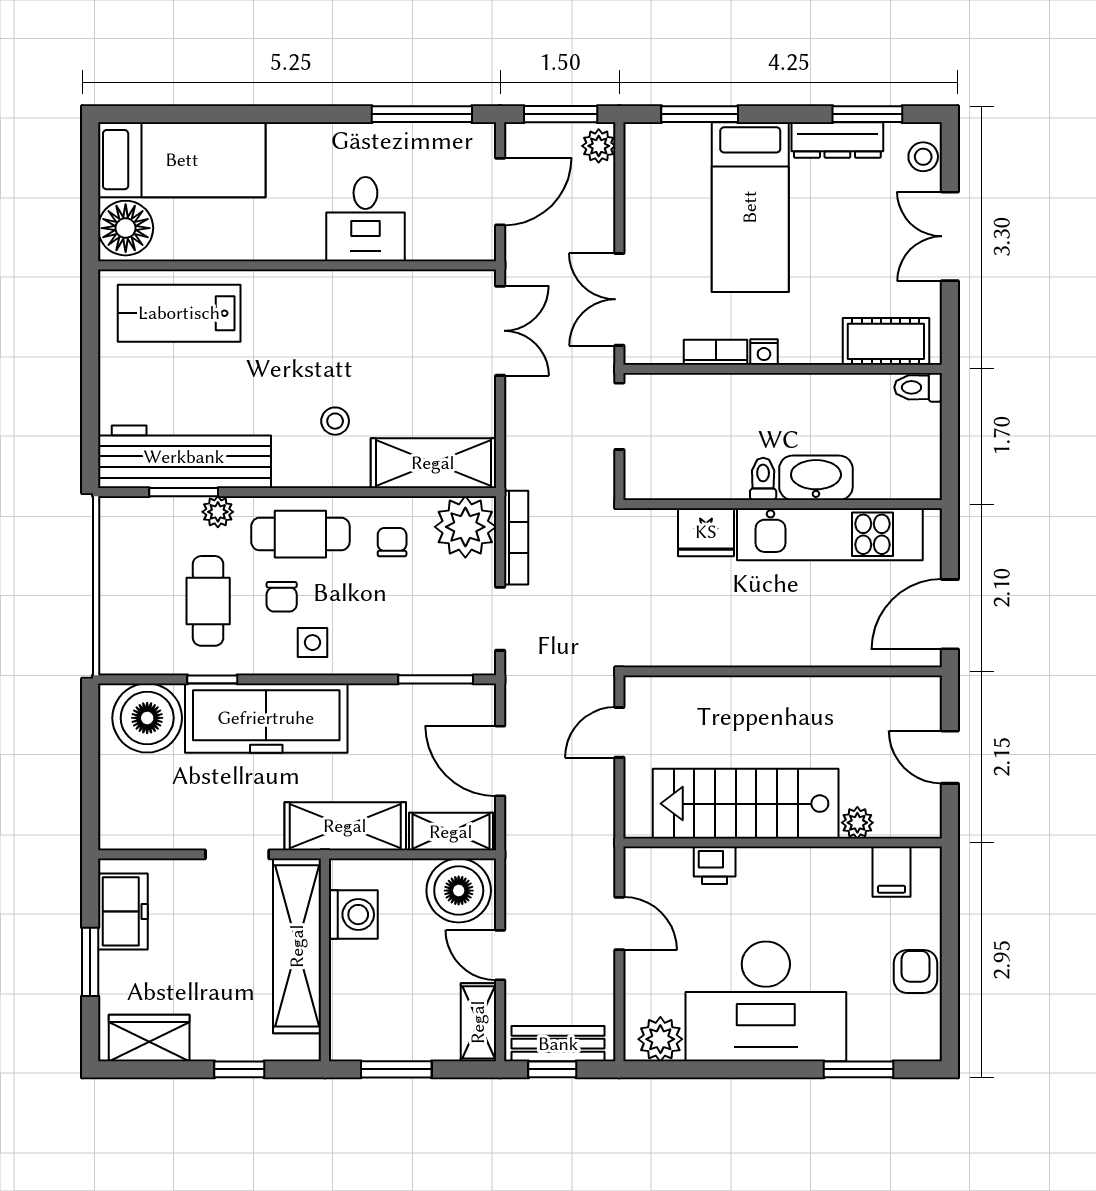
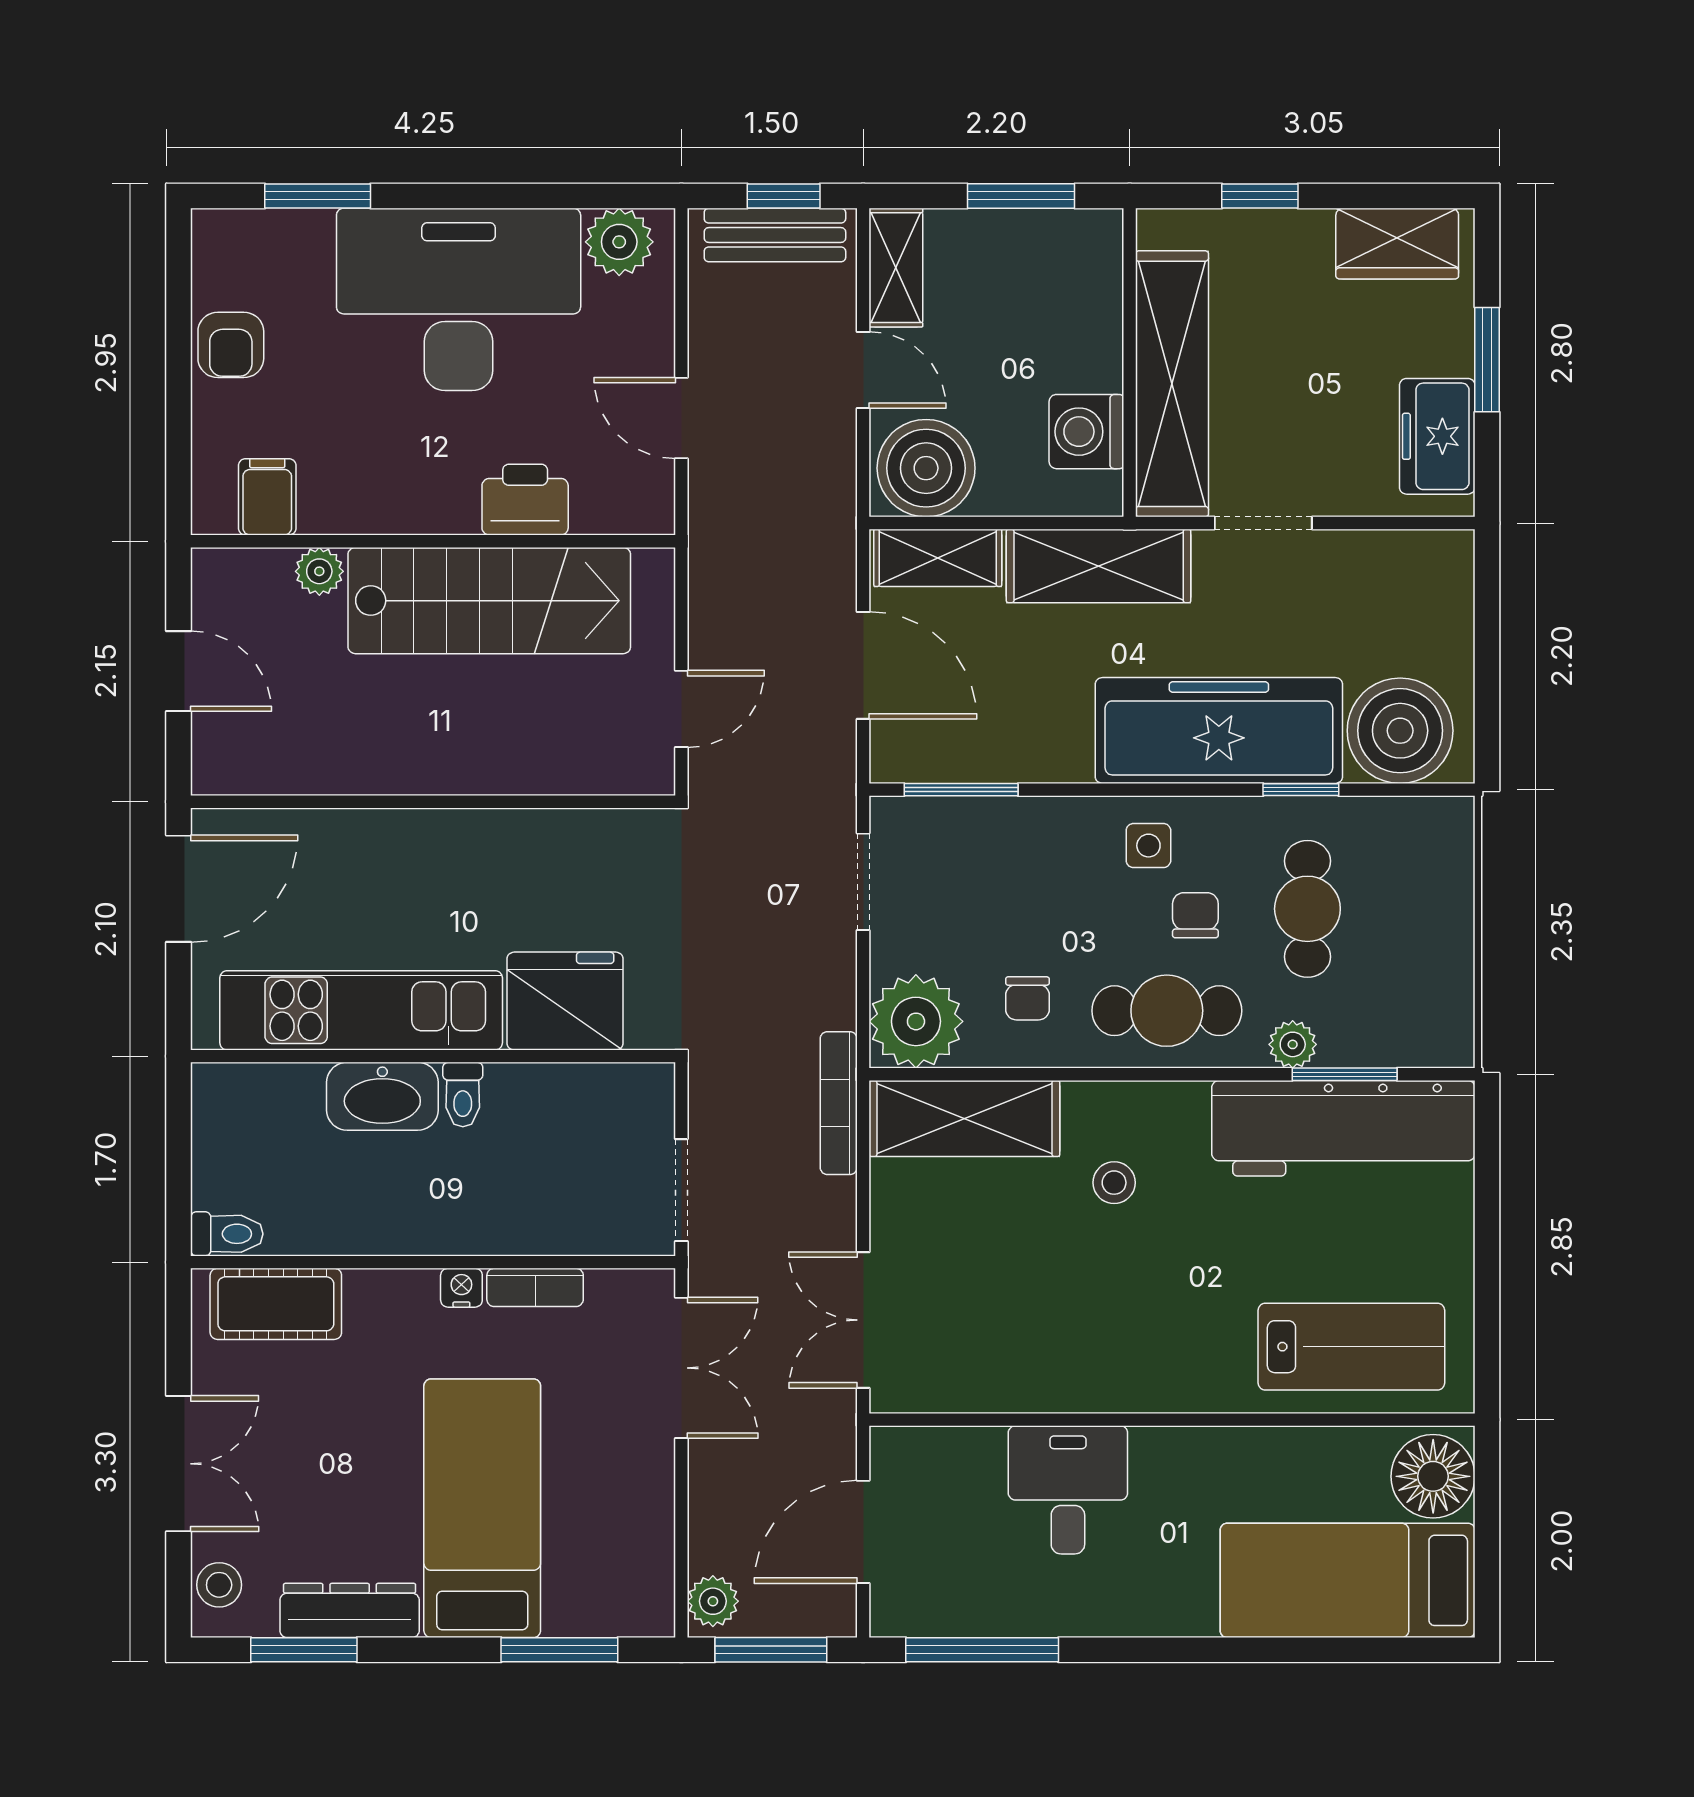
fridge: (706, 532) -> (565, 1001), width x1.36, depth x1.34
bookcase: (516, 538) -> (839, 1103), moved
printer: (715, 865) -> (525, 500), width x1.36, depth x1.24

